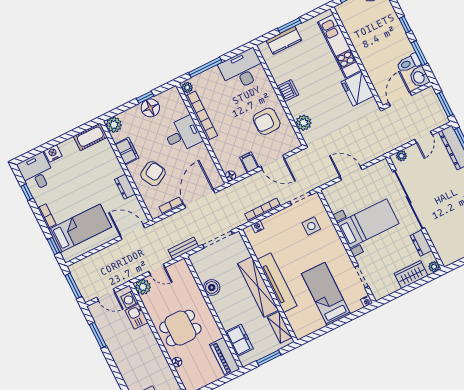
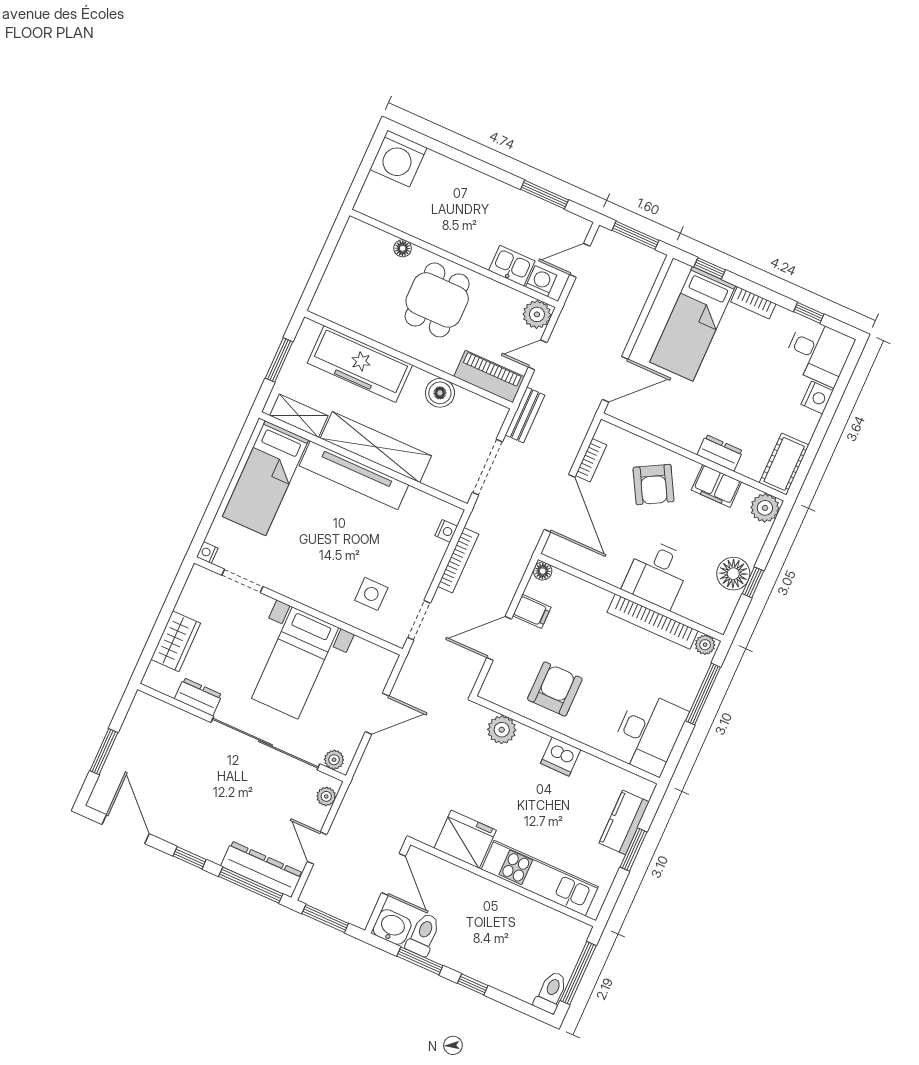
dresser: (125, 187) -> (720, 453), moved
plant: (434, 267) -> (334, 760), moved
bed: (326, 294) -> (265, 478), moved, turned 90
freezer: (239, 340) -> (360, 364), width x1.91, depth x1.26
piano: (225, 357) -> (489, 377), moved

